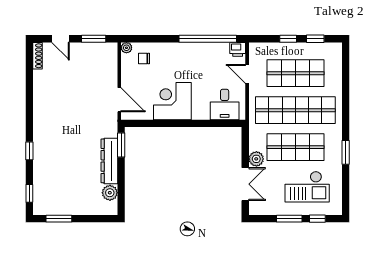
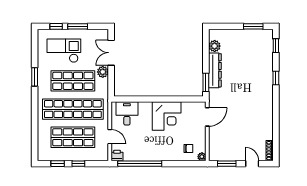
door: (119, 100) -> (207, 117), swing flipped

